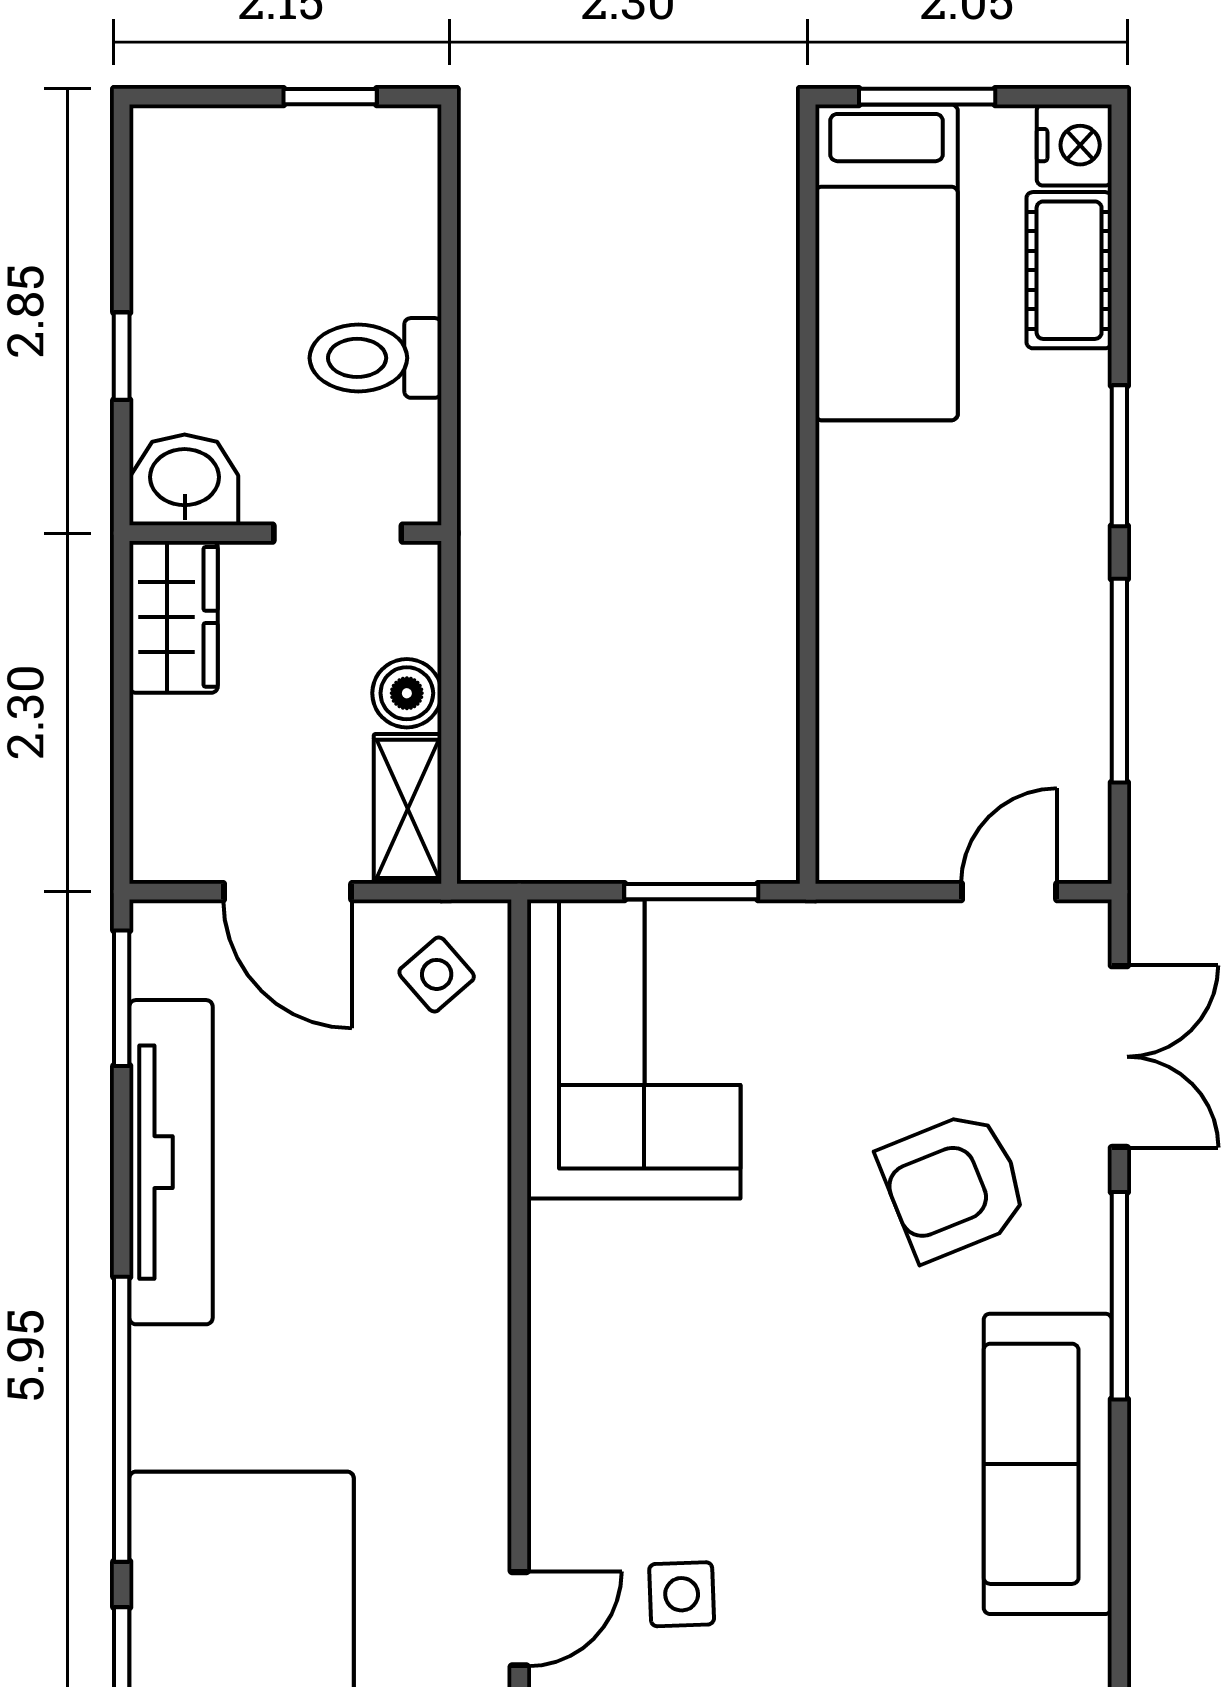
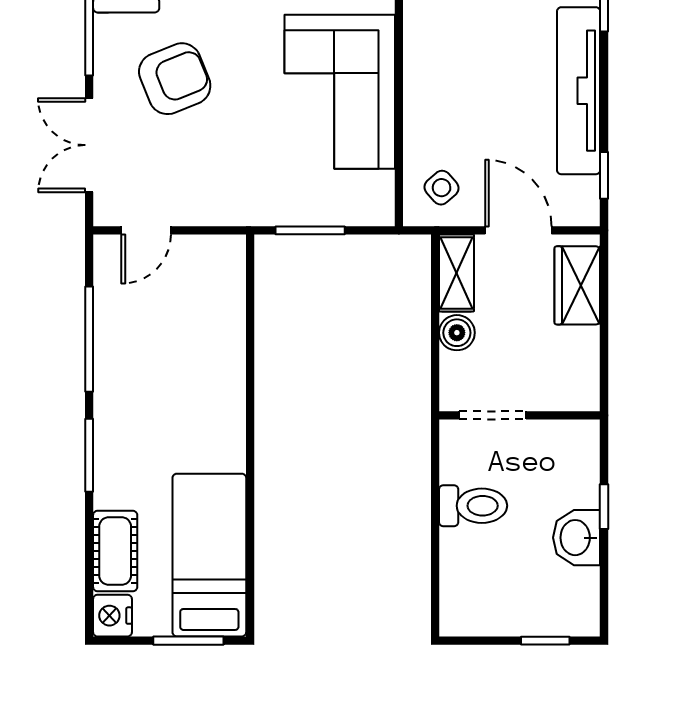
window: (330, 97) -> (545, 641), moved
washbasin: (185, 480) -> (577, 538), moved, turned 90
wardrobe: (174, 617) -> (577, 285), moved
window: (122, 998) -> (604, 175), width x0.67
corner sofa: (634, 1049) -> (340, 92), moved

